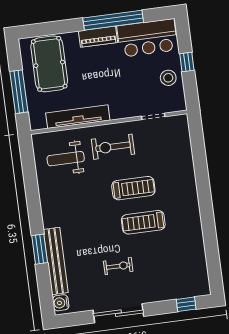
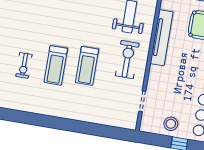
treadmill: (143, 222) -> (56, 65), turned 180
exercise bike: (118, 266) -> (24, 65), moved

